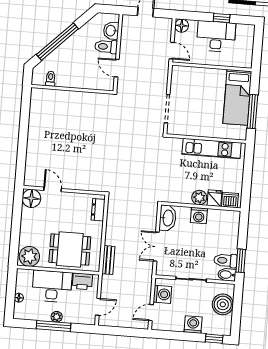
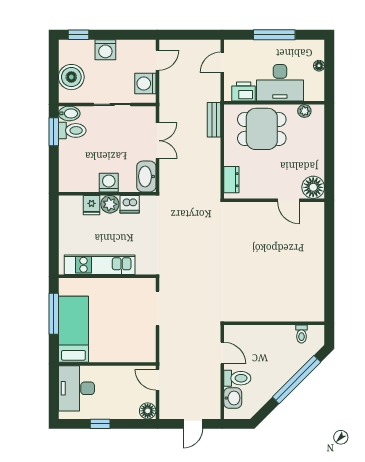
desk: (216, 36) -> (76, 388), moved, turned 90
dishwasher: (230, 200) -> (130, 204), moved
plant: (29, 256) -> (304, 111), width x0.53, depth x0.53
plant: (57, 317) -> (271, 46), removed

